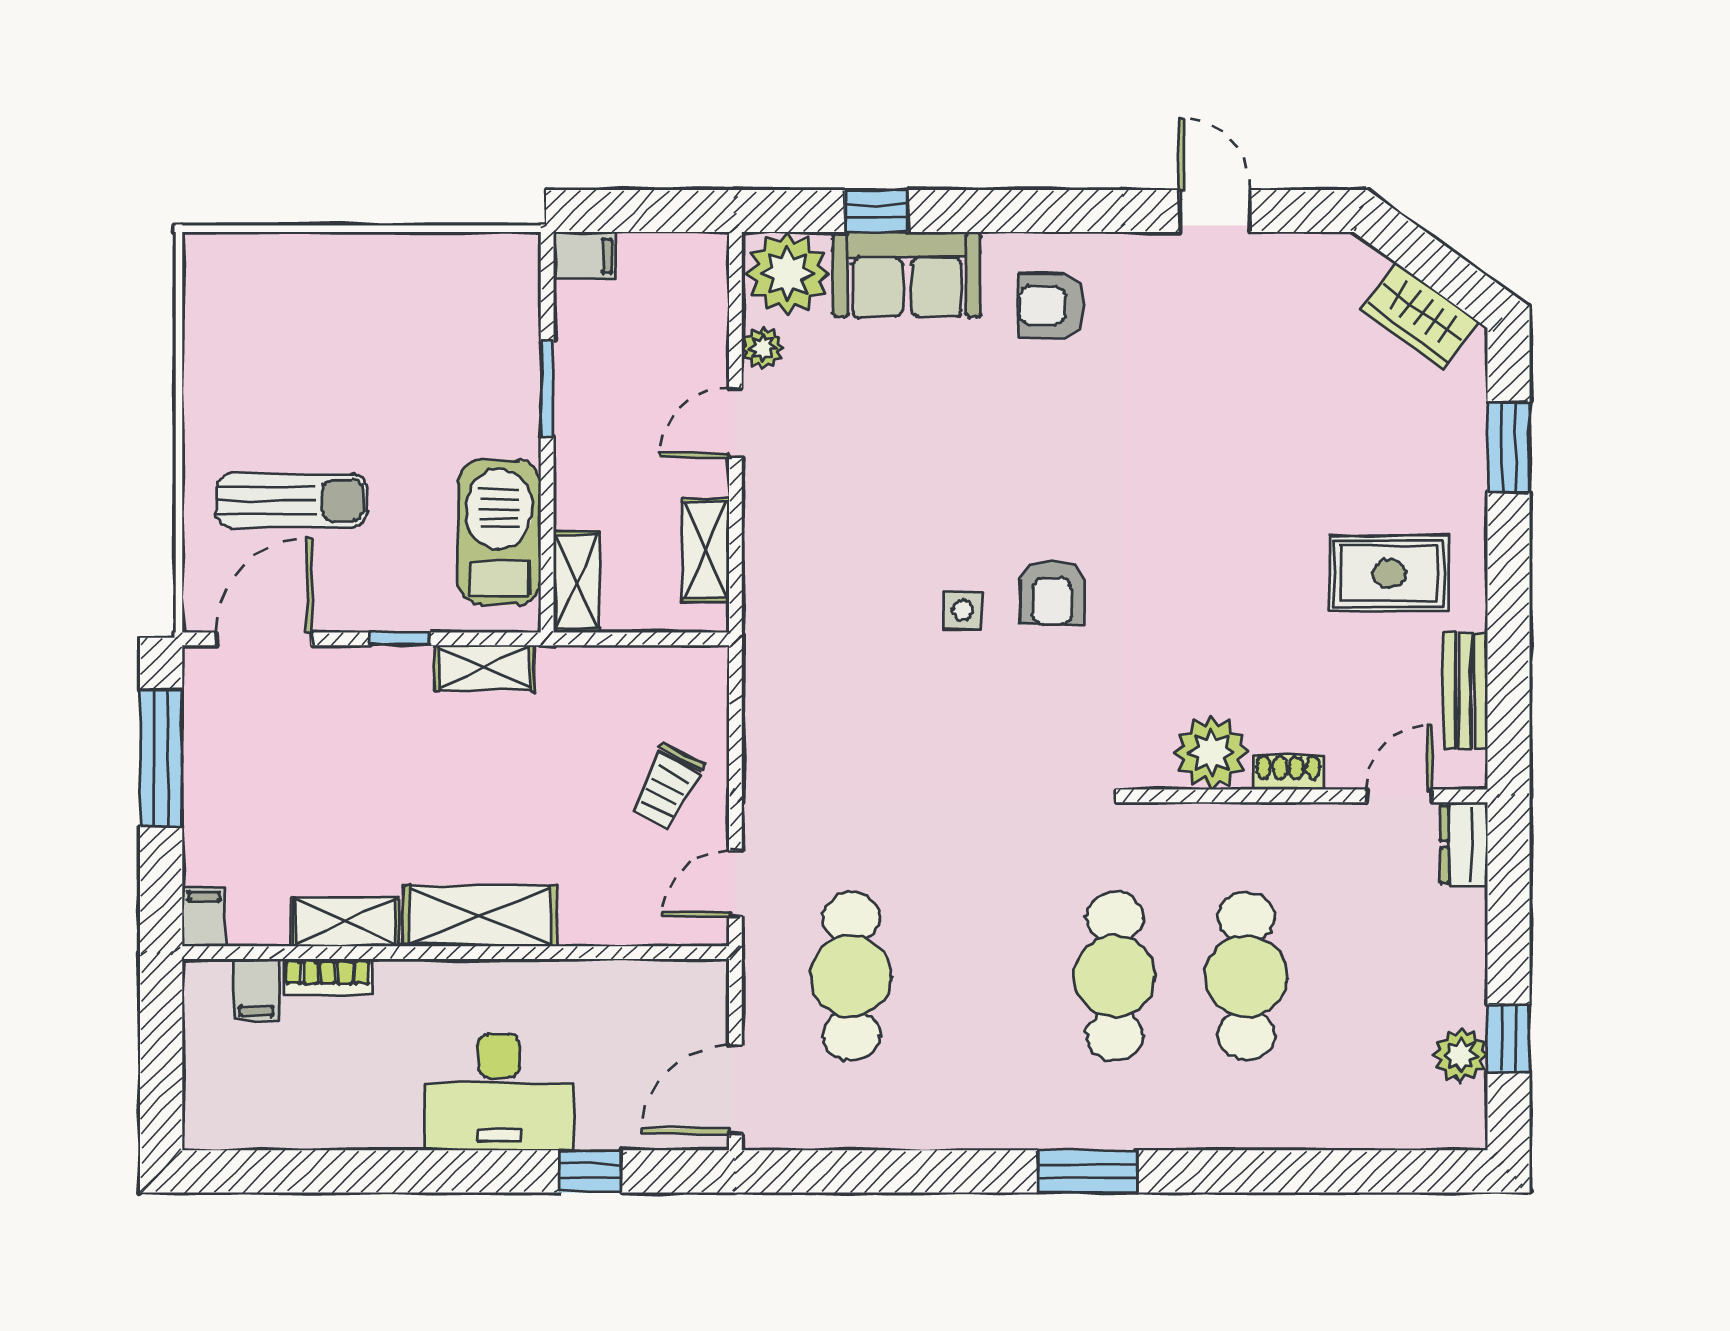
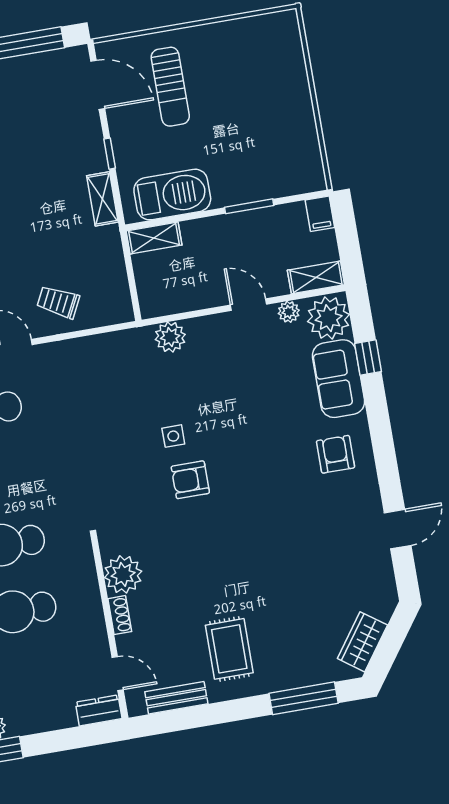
window: (1508, 447) -> (304, 698), width x1.44
shelving: (706, 550) -> (316, 277), moved
plant: (772, 584) -> (170, 337), added

